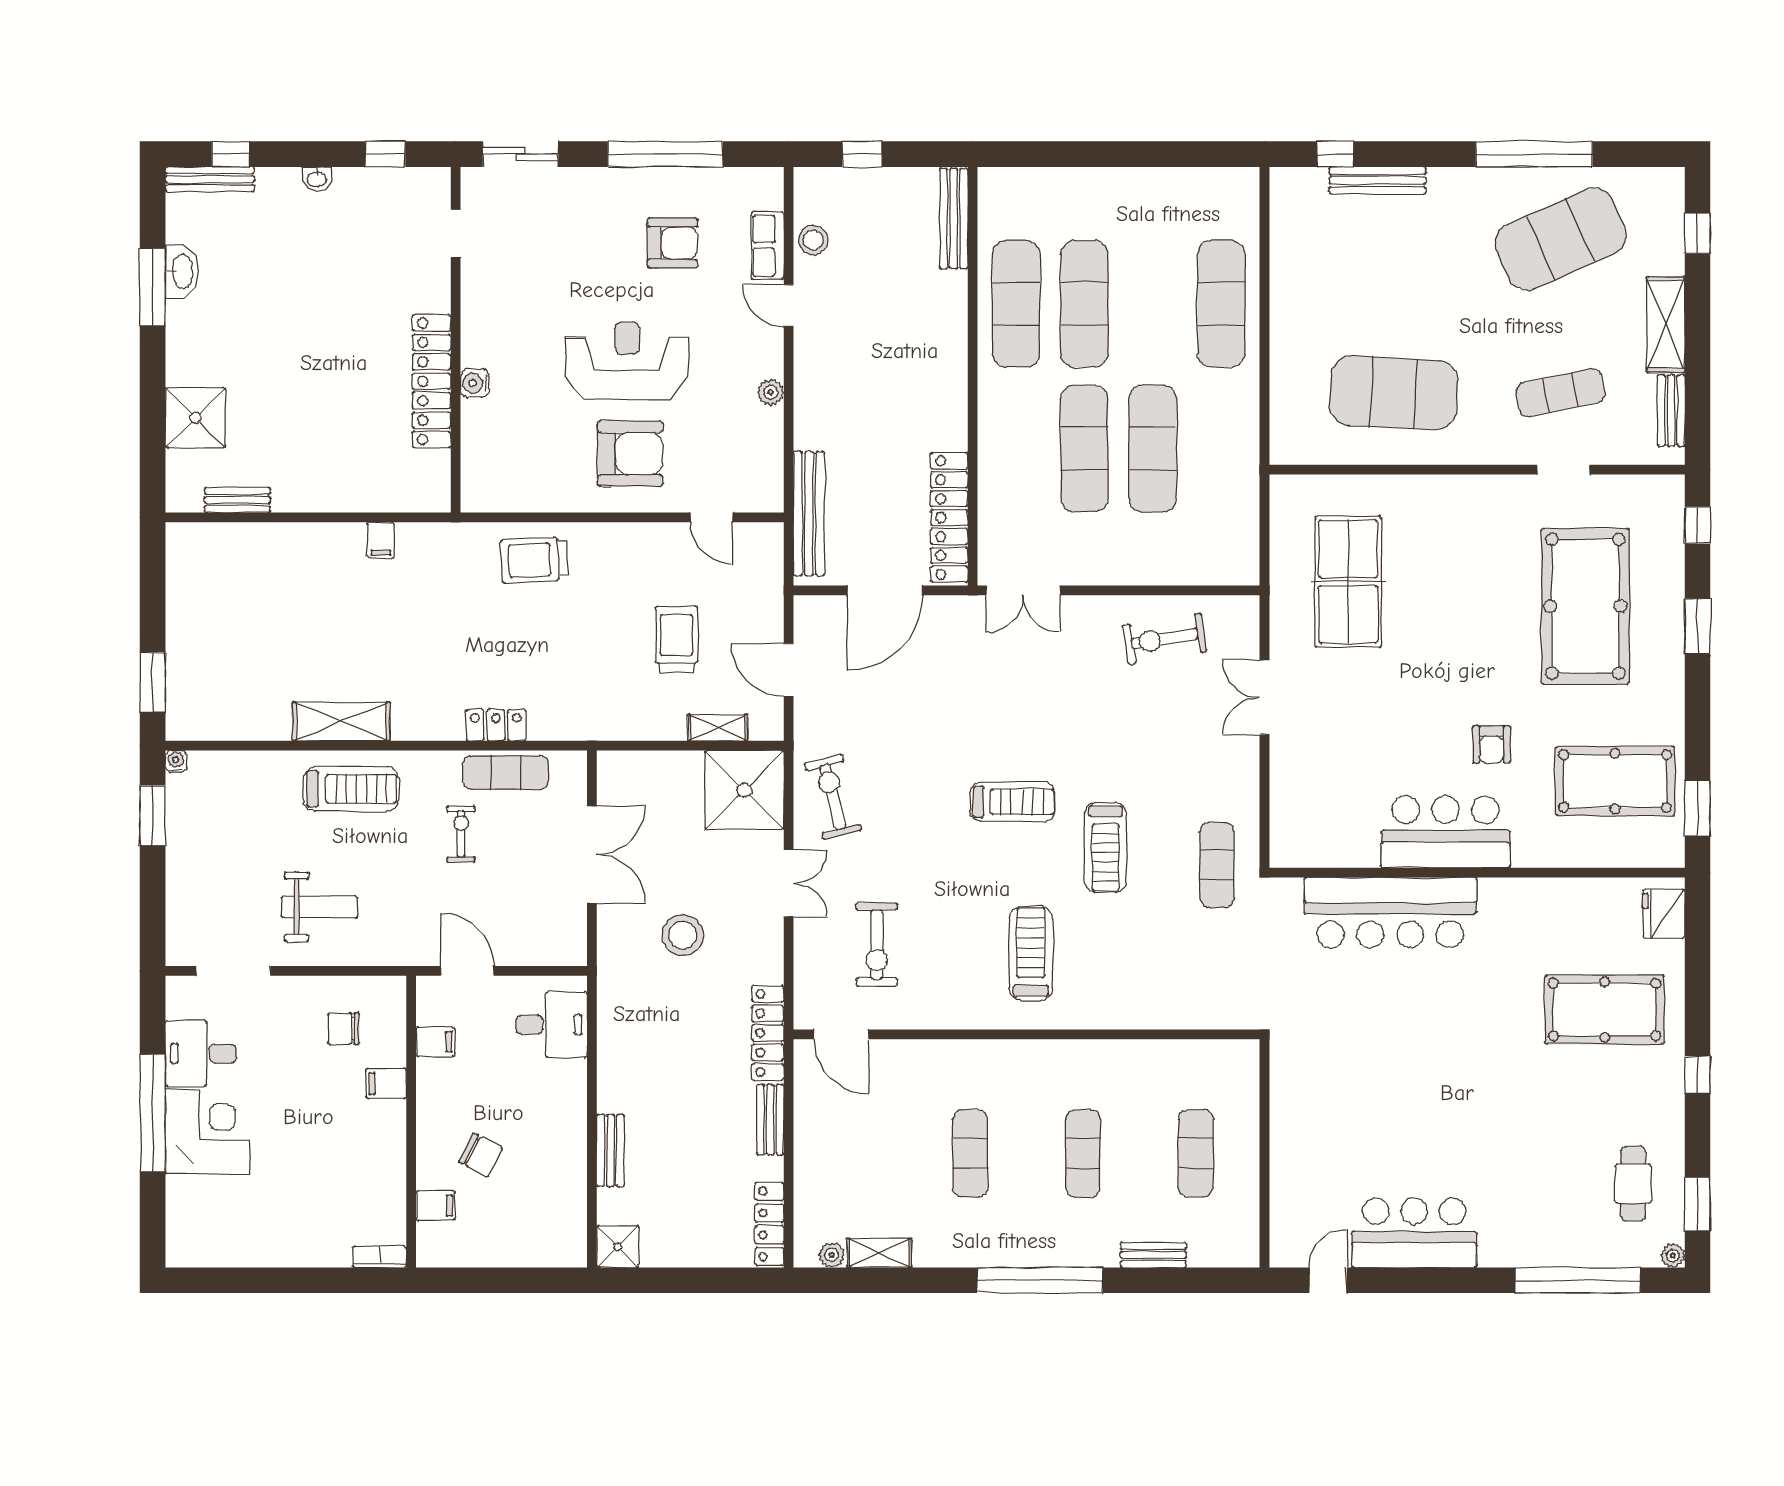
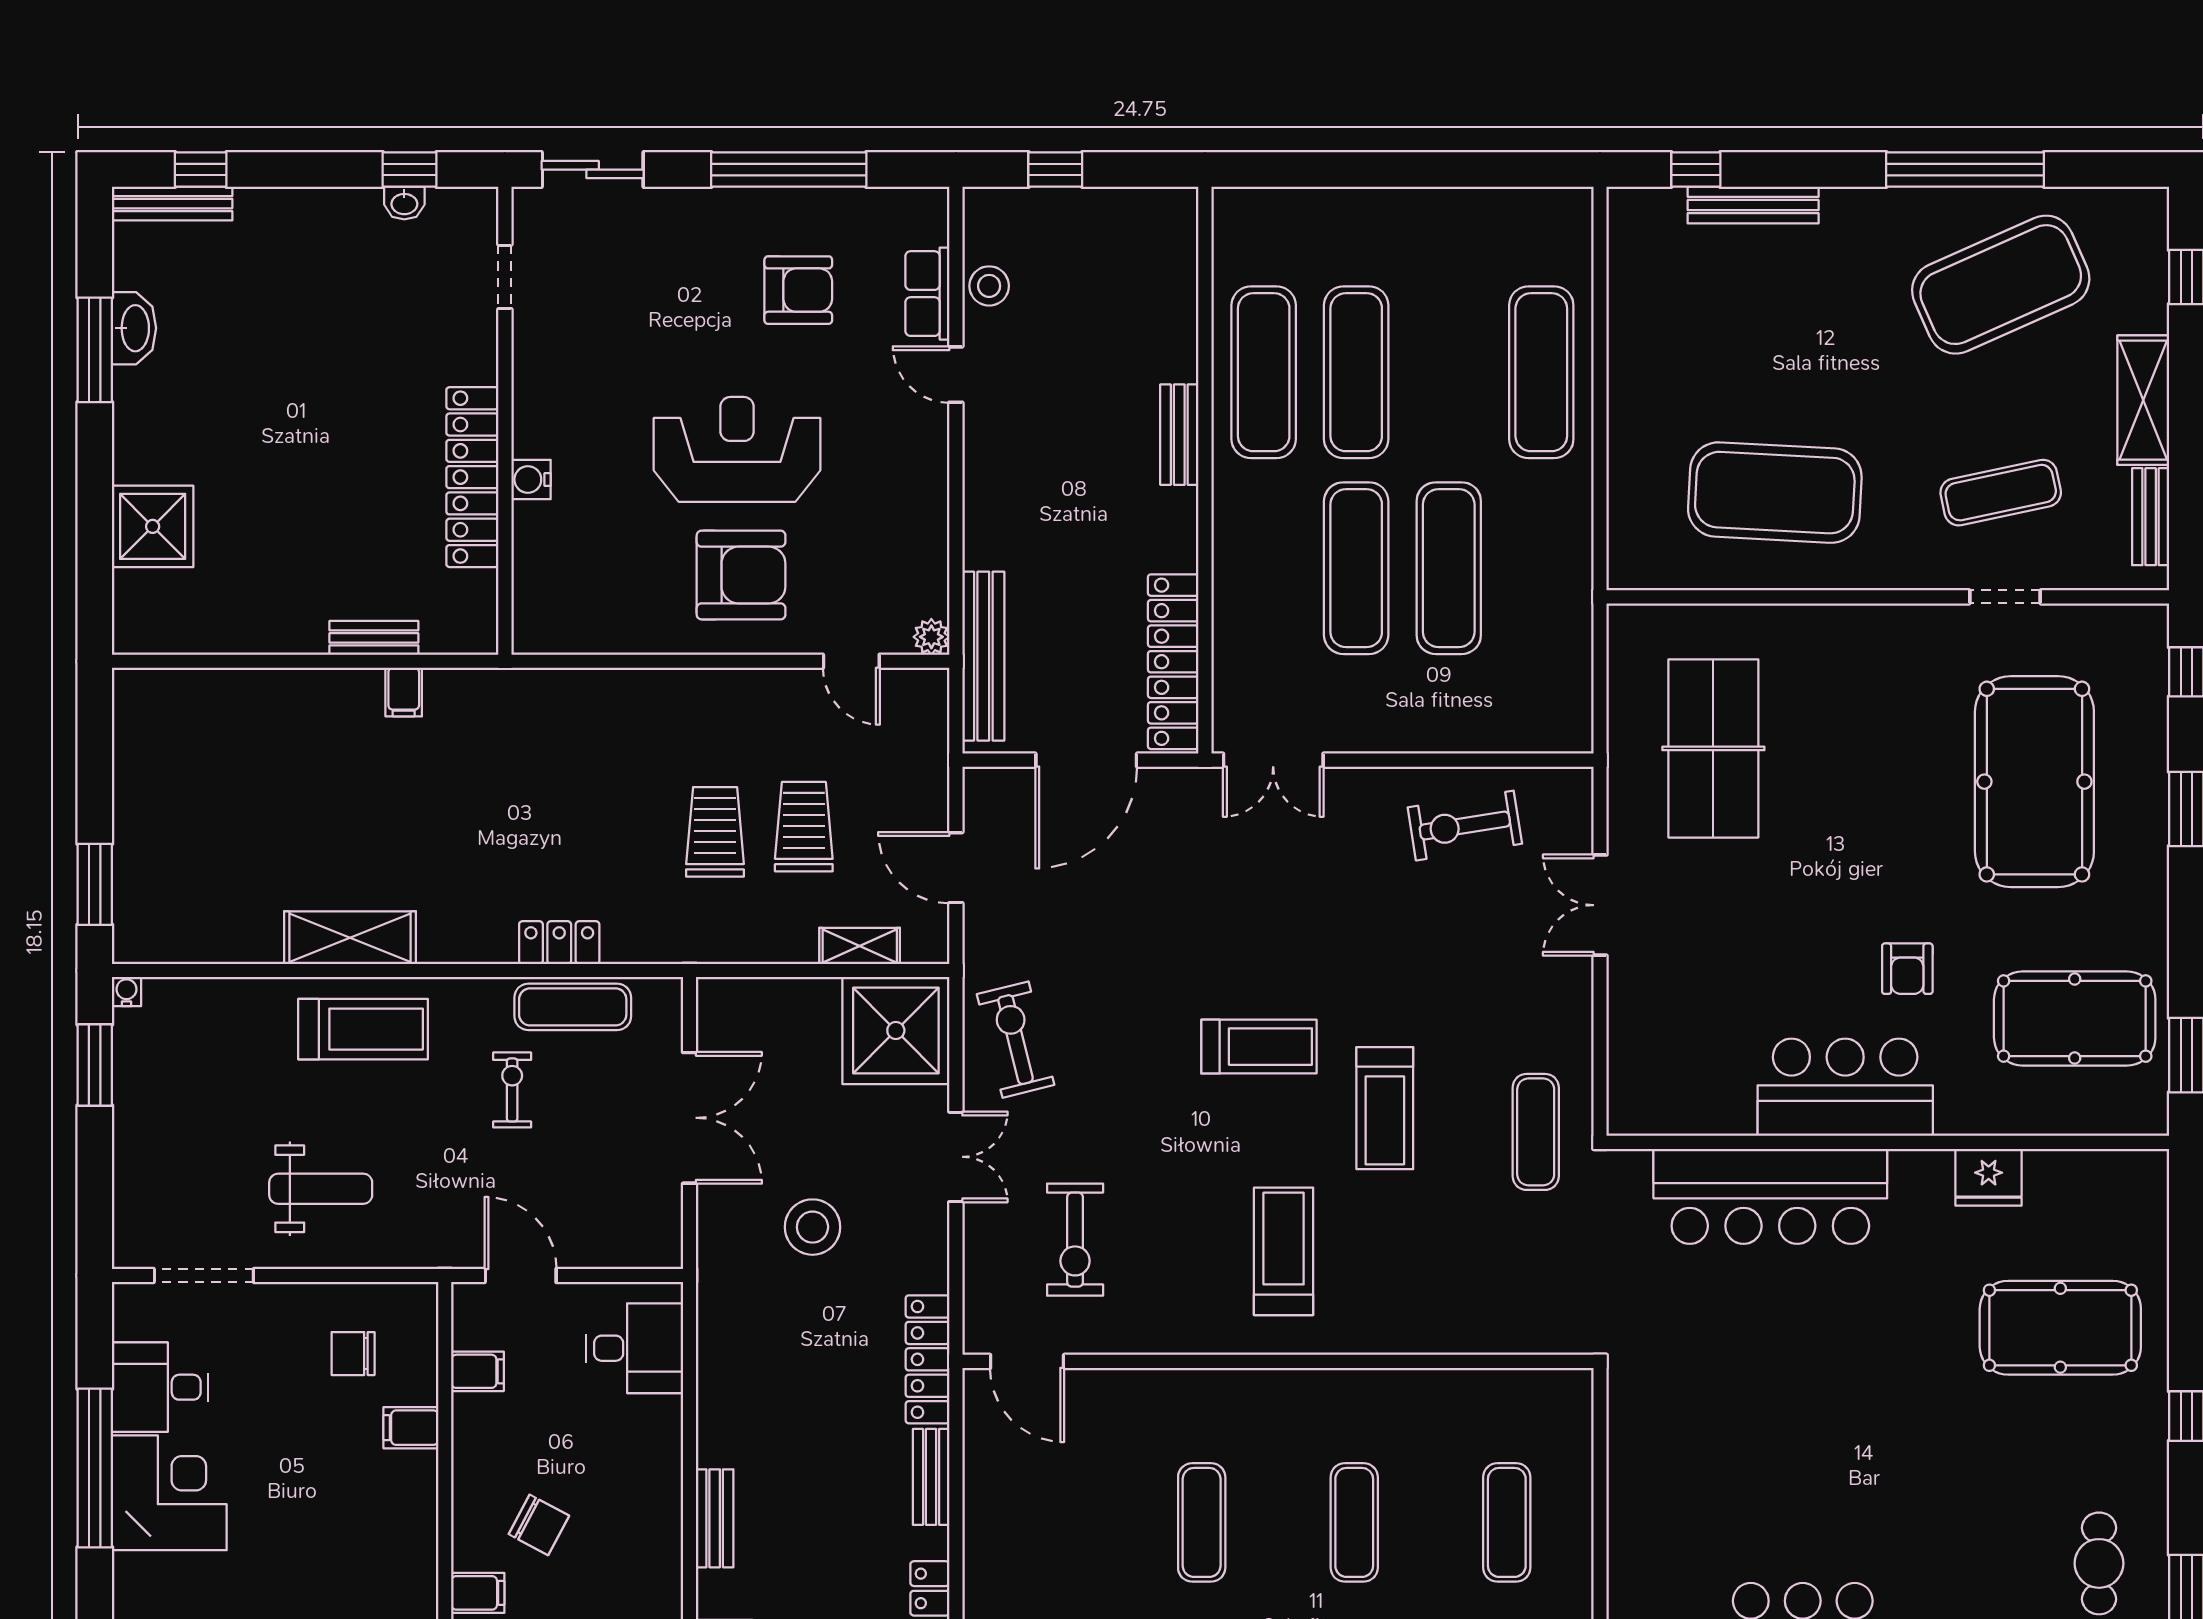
washbasin: (317, 179) -> (404, 203), moved
bench: (954, 219) -> (1179, 435), moved, width x0.73
plant: (771, 392) -> (931, 637), moved
bench: (237, 500) -> (374, 638), moved
trolley: (534, 560) -> (715, 832), moved, turned 93
fridge: (1664, 914) -> (1989, 1177), moved, turned -90

